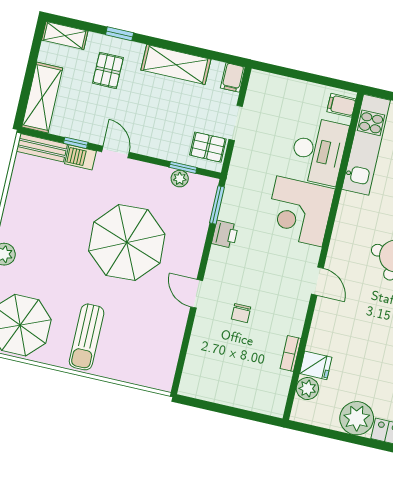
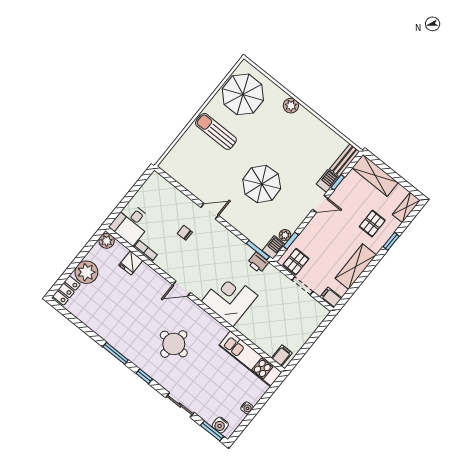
pallet: (108, 70) -> (372, 223), turned 90
desk: (319, 151) -> (131, 224), moved, width x0.73
barbecue: (203, 186) -> (274, 247), added
printer: (225, 234) -> (258, 263), moved
parasol: (127, 243) -> (262, 184), width x0.73, depth x0.73
plant: (307, 389) -> (107, 241), moved

